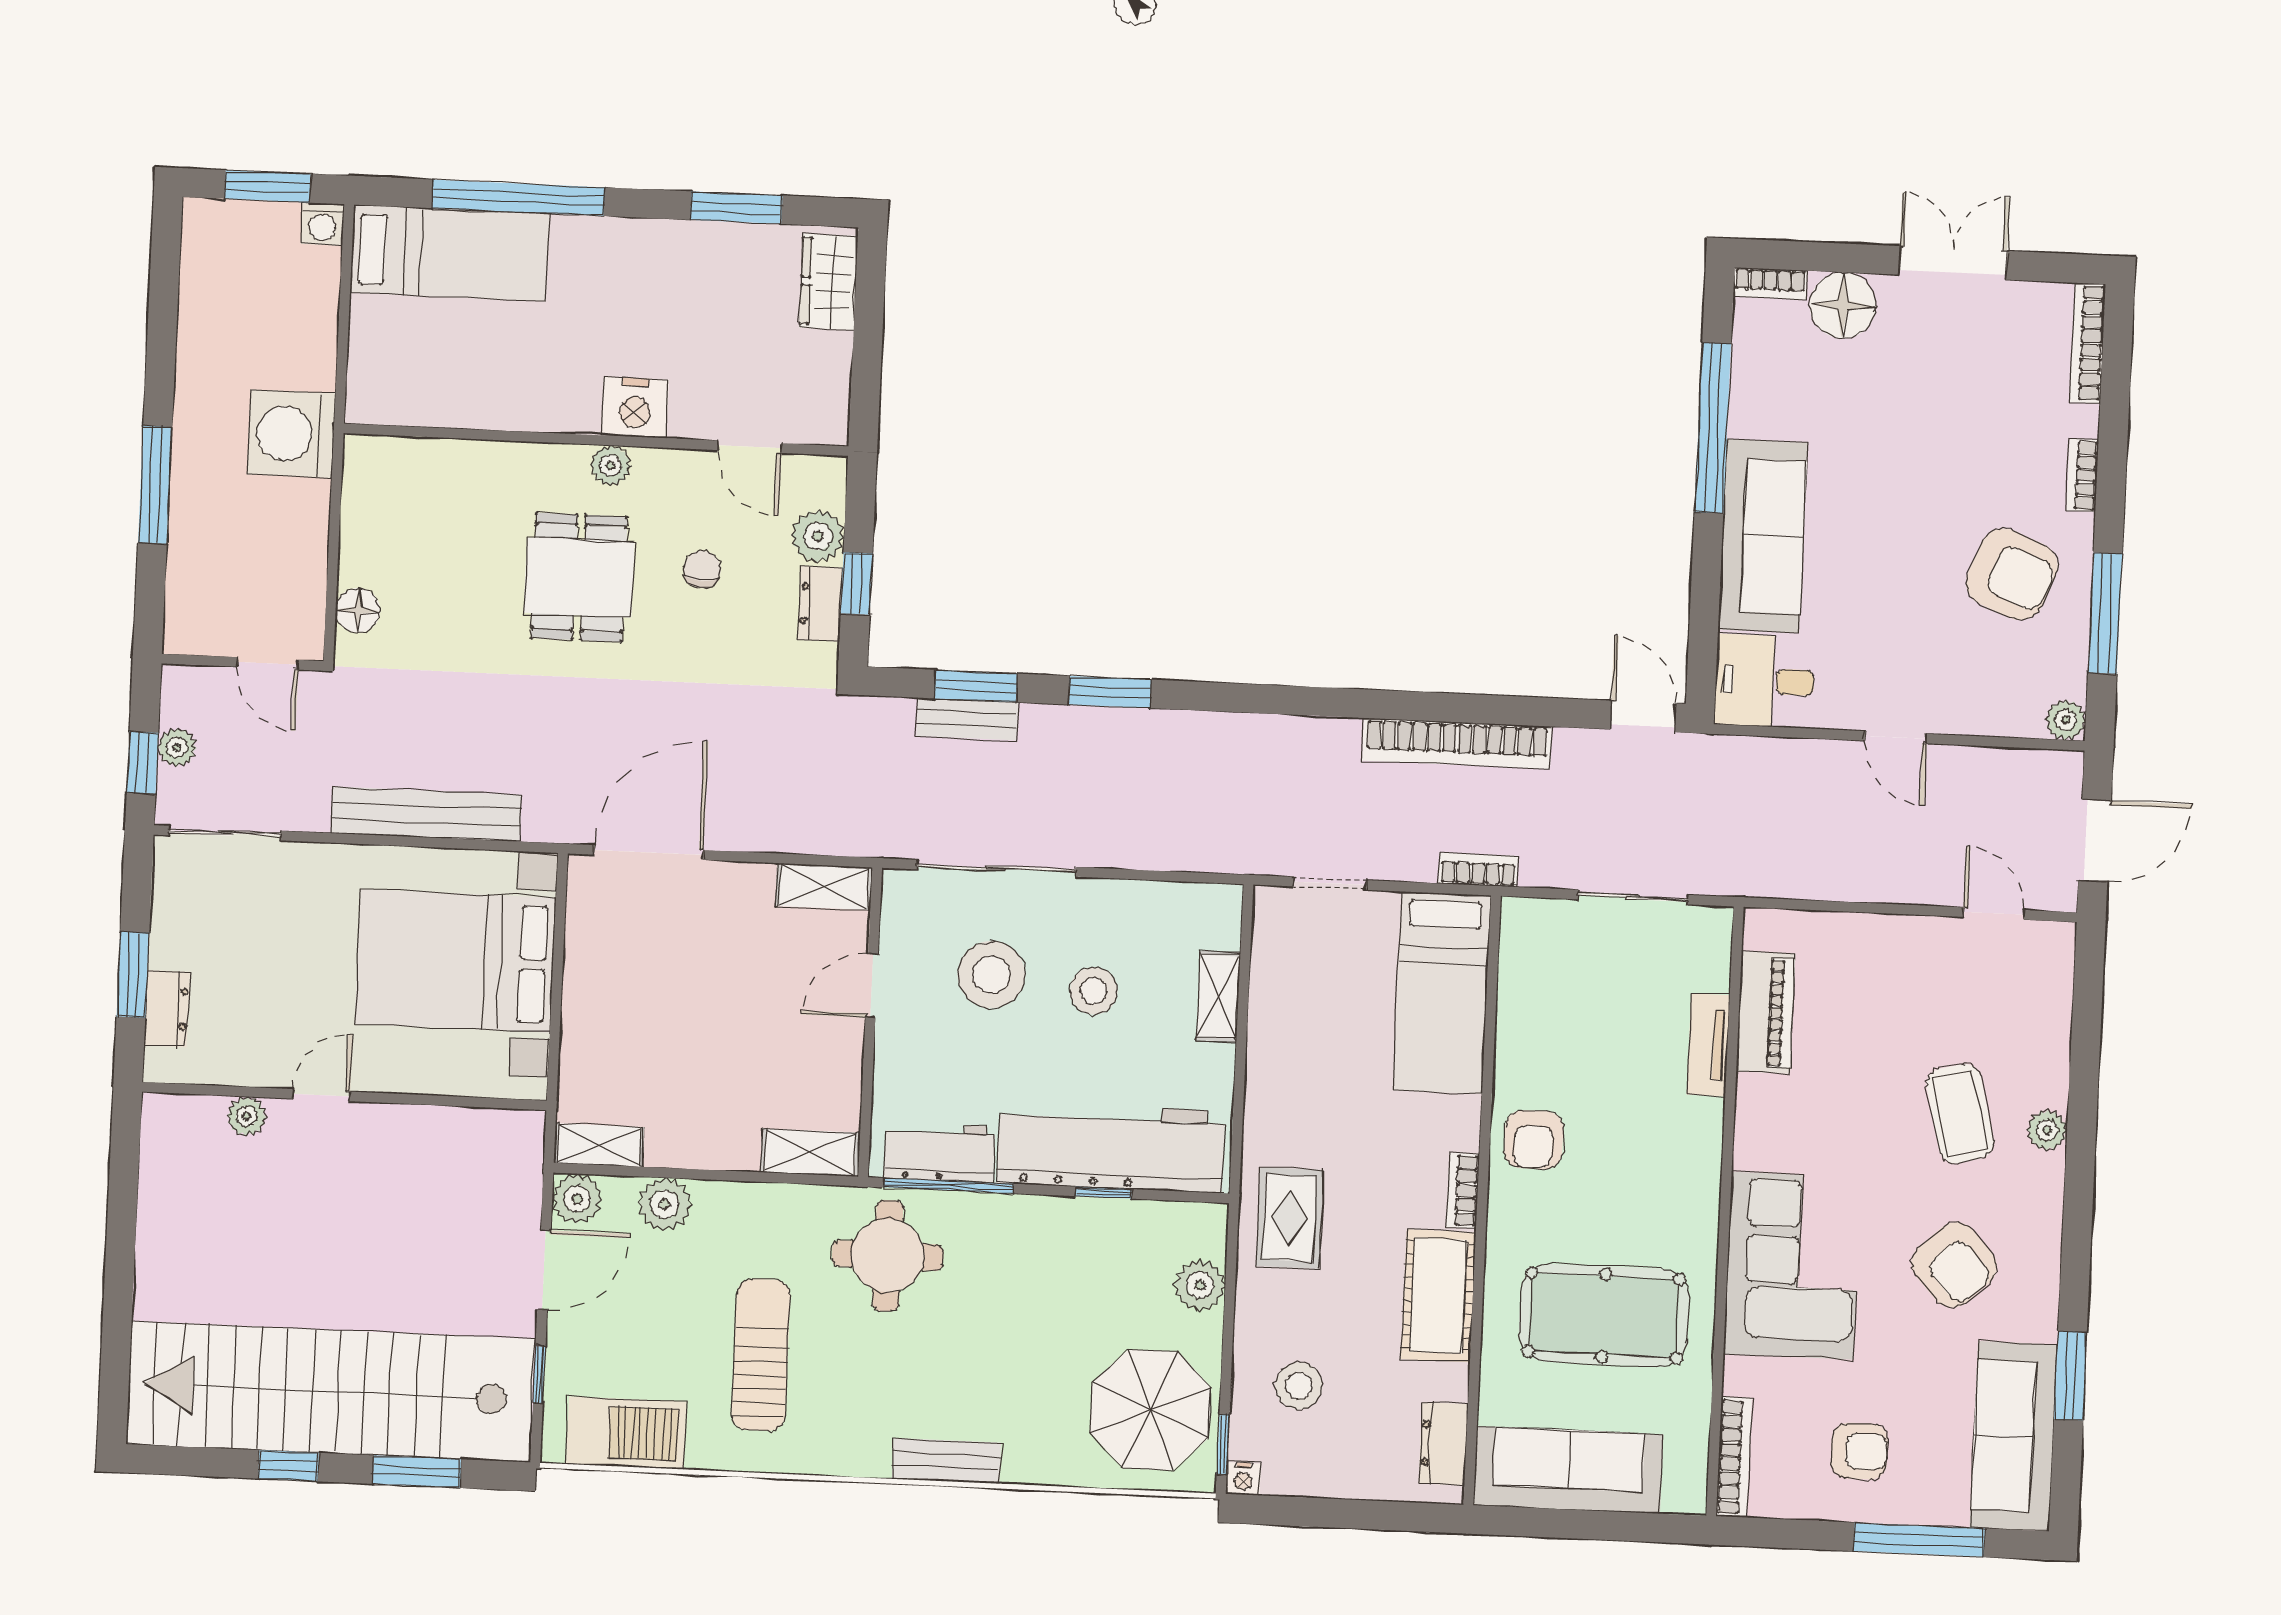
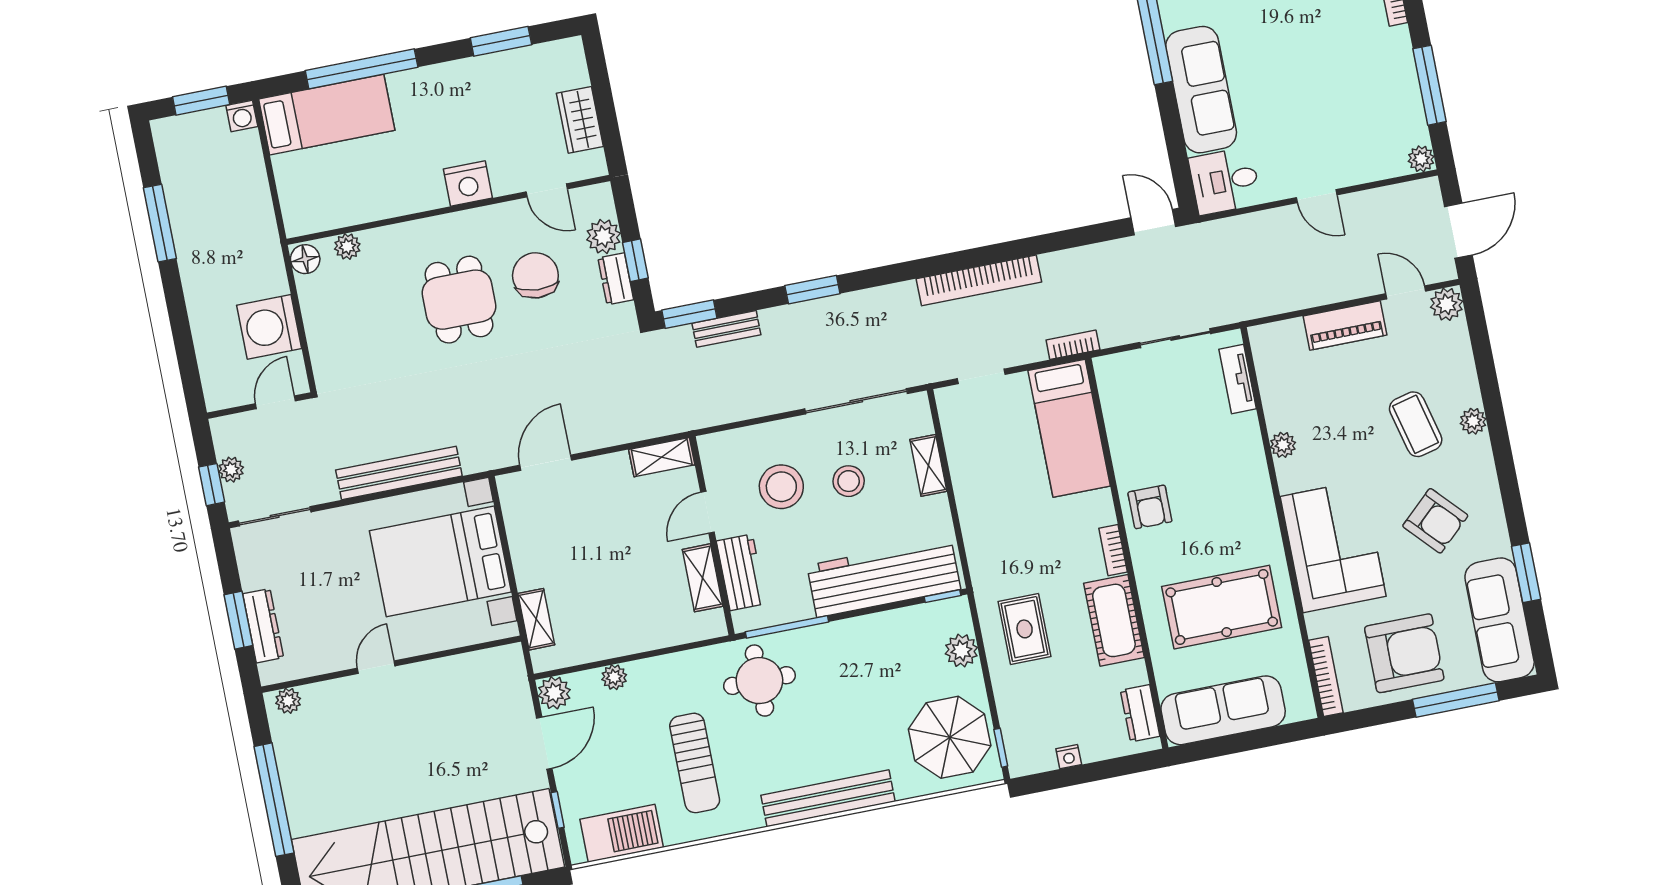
wardrobe: (829, 282) -> (580, 120), moved
washing machine: (291, 434) -> (269, 327), moved
plant: (611, 465) -> (347, 247), moved
window: (155, 485) -> (160, 223), moved
chair: (702, 569) -> (535, 275), width x1.87, depth x1.87
armchair: (2012, 574) -> (1365, 75), removed
floor lamp: (358, 610) -> (305, 259), moved
door: (268, 663) -> (275, 402), swing flipped
window: (976, 686) -> (689, 314), moved
bookcase: (1457, 743) -> (979, 280), moved
door: (649, 852) -> (546, 463), width x0.73
sliding door: (996, 868) -> (856, 401), moved
plant: (2050, 946) -> (1447, 304), added
dresser: (167, 1009) -> (263, 626), width x1.44
piano: (1766, 1012) -> (1345, 326), moved, turned 90
tv unit: (1708, 1045) -> (1238, 379), moved
plant: (1755, 1096) -> (1283, 445), added
plant: (246, 1116) -> (288, 701), moved
shelving: (599, 1145) -> (536, 619), moved, turned 90
workbench: (939, 1152) -> (741, 572), moved, turned 90
shelving: (810, 1153) -> (703, 578), moved, turned 90
window: (1103, 1193) -> (943, 596), moved
plant: (665, 1204) -> (614, 677), width x0.73, depth x0.73
rug: (1290, 1218) -> (1025, 629), moved
window: (120, 1255) -> (274, 800), added
sun lounger: (761, 1355) -> (695, 763), turned 180
stool: (1299, 1386) -> (1040, 699), removed
armchair: (1859, 1451) -> (1404, 653), width x1.88, depth x1.88
bench: (947, 1461) -> (828, 798), width x1.86, depth x1.21
nightstand: (1243, 1479) -> (1069, 757), moved

